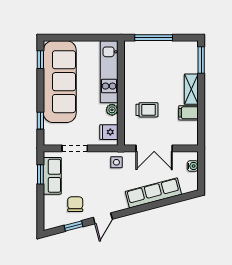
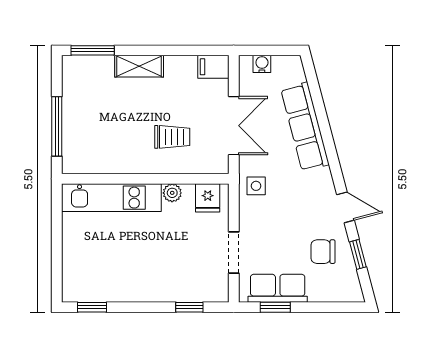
sofa: (60, 82) -> (127, 276), removed
trolley: (147, 110) -> (172, 137), turned 90
filing cabinet: (188, 113) -> (213, 67), moved, turned 90

